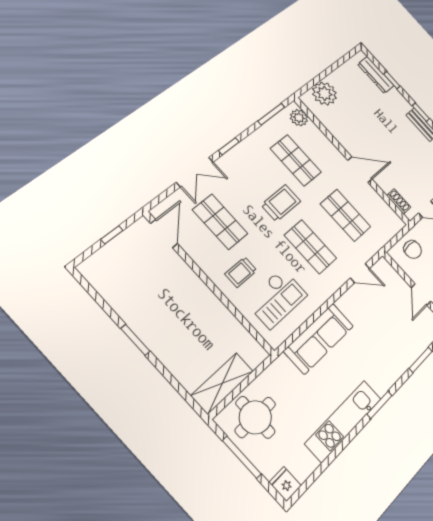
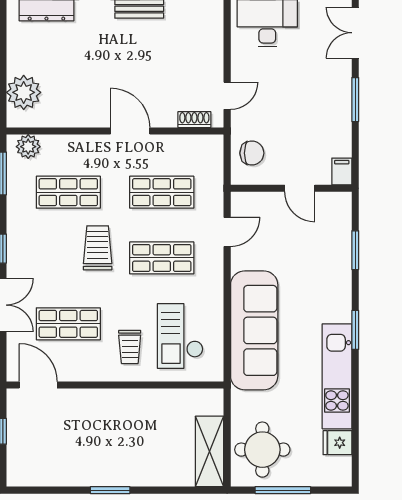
door: (360, 170) -> (130, 131), hinge flipped
checkout: (276, 298) -> (180, 336), turned 180
sofa: (319, 338) -> (254, 330), width x1.36, depth x1.27
fridge: (285, 484) -> (337, 443), moved

